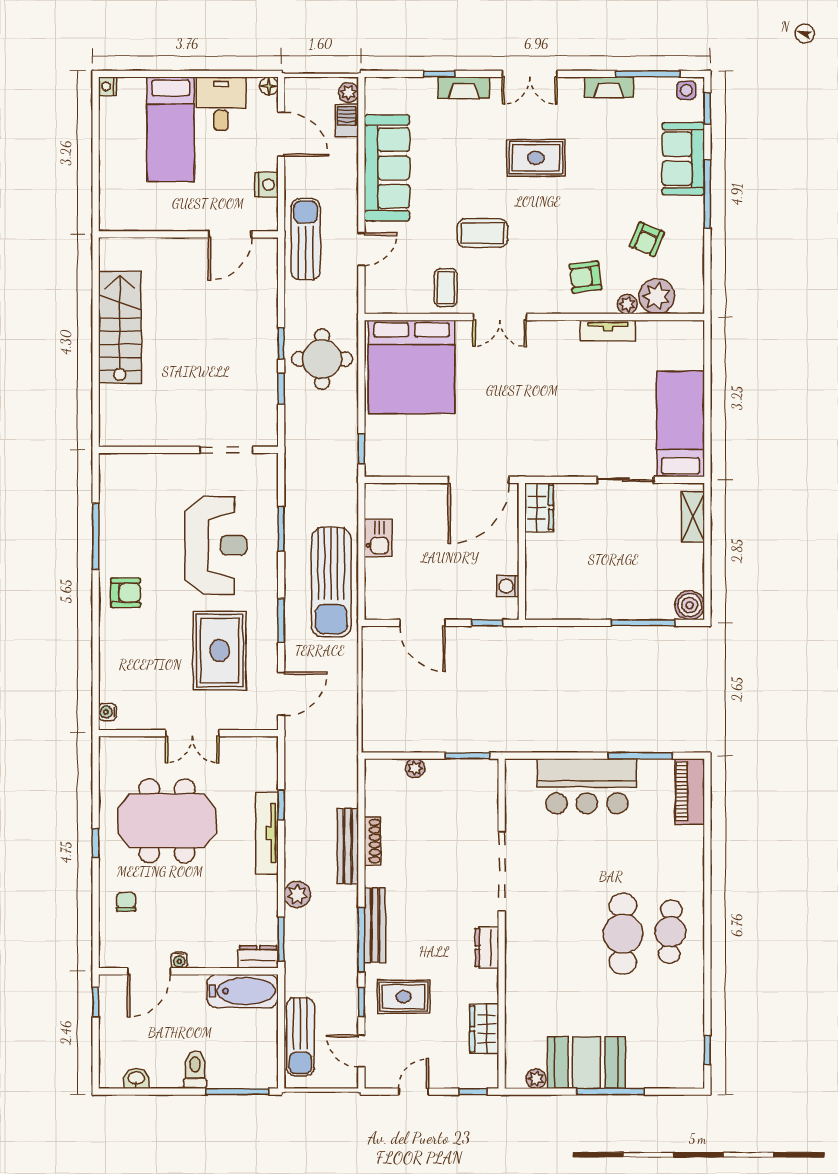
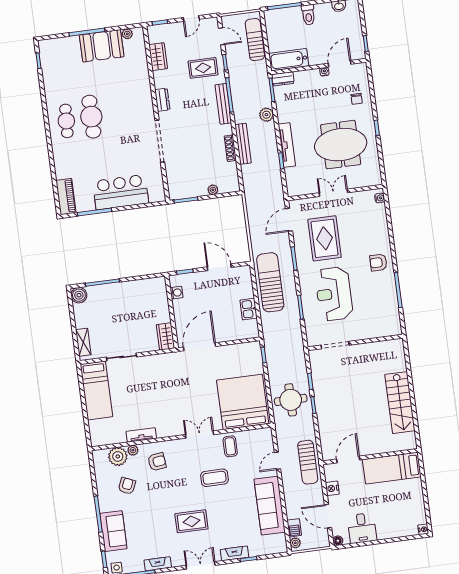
bed: (171, 129) -> (392, 468), moved, turned -90

